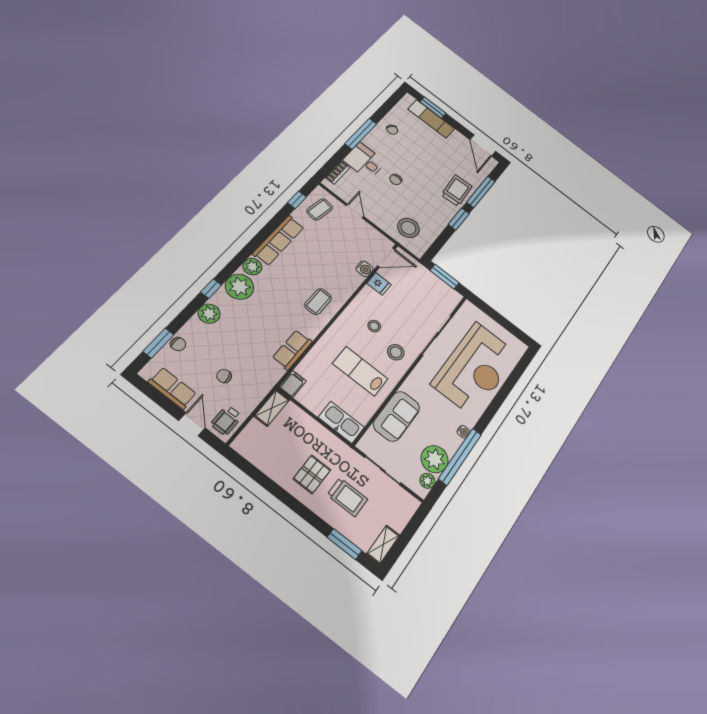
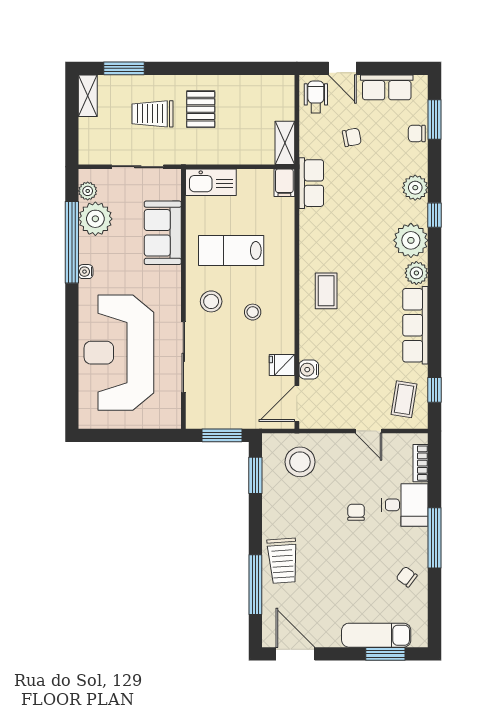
window: (459, 219) -> (255, 475), moved
row of seats: (292, 350) -> (311, 183), moved
lab bench: (360, 371) -> (231, 250), turned 180

